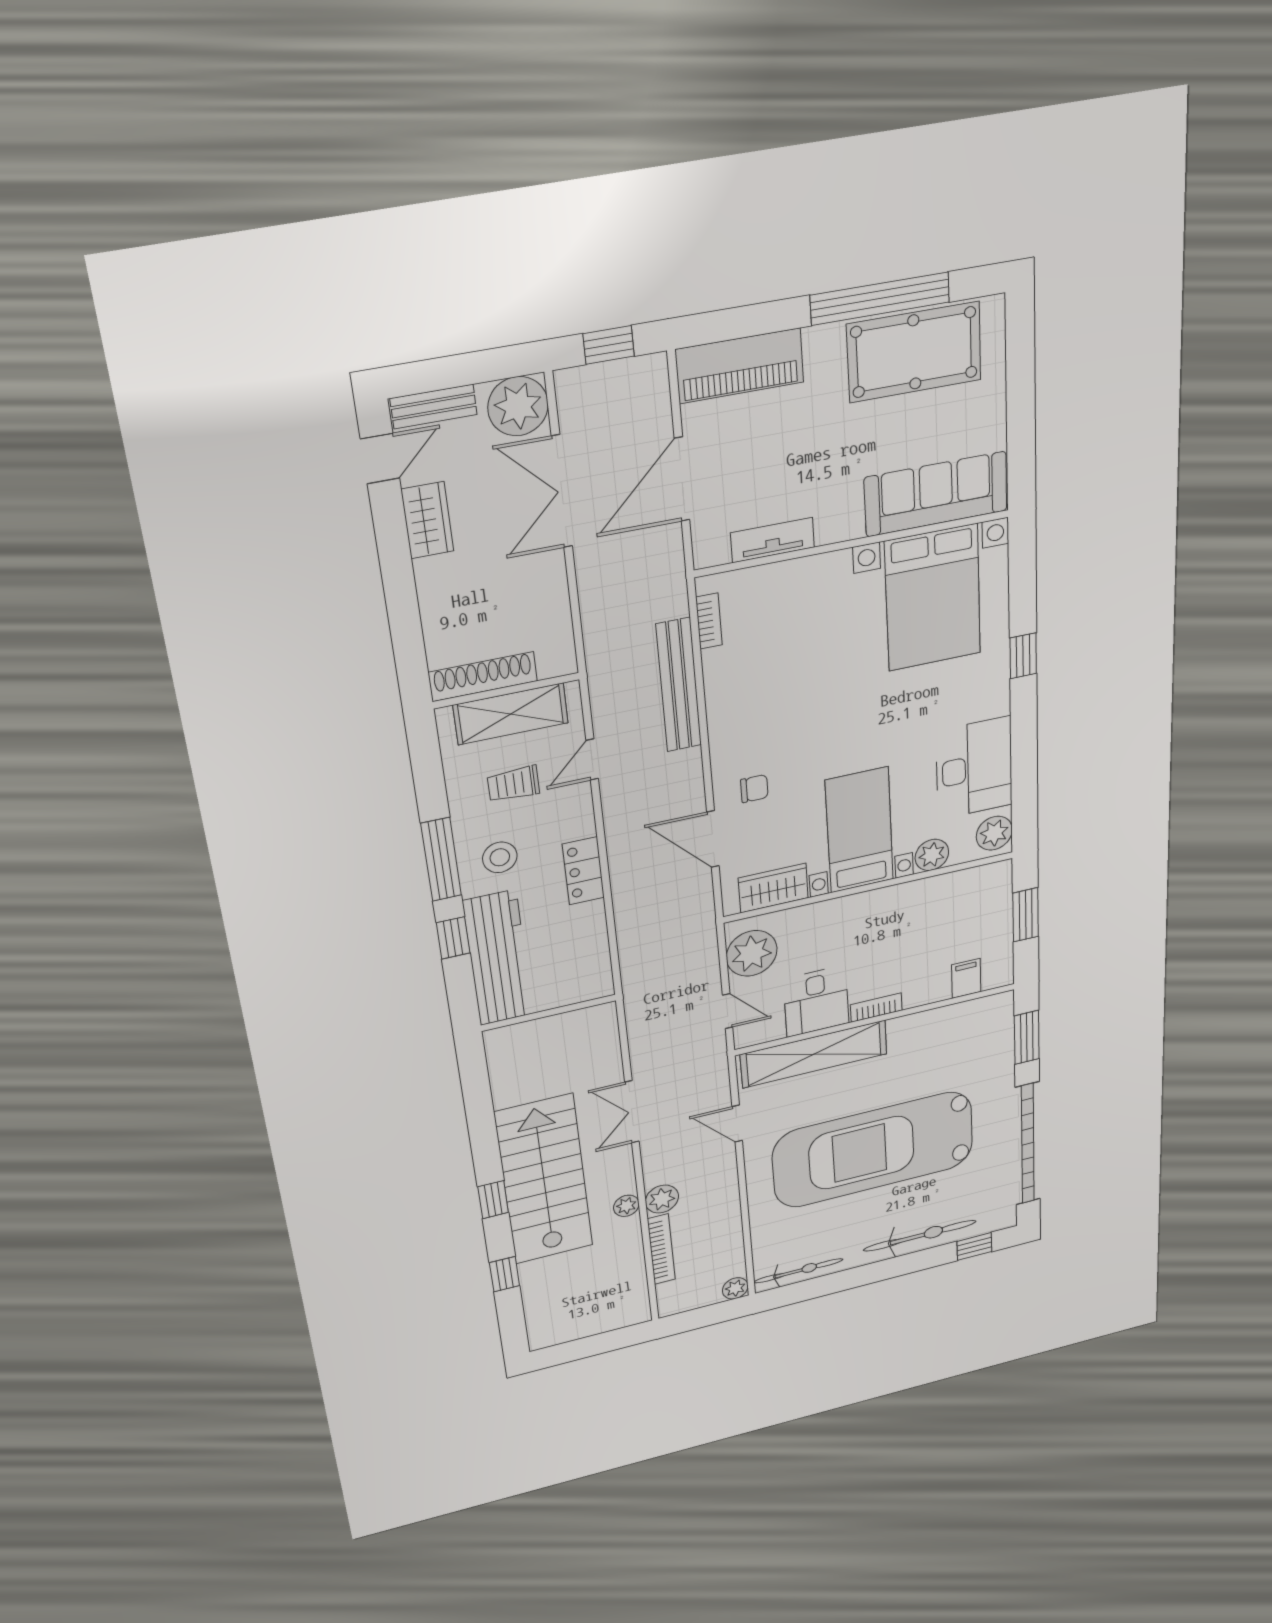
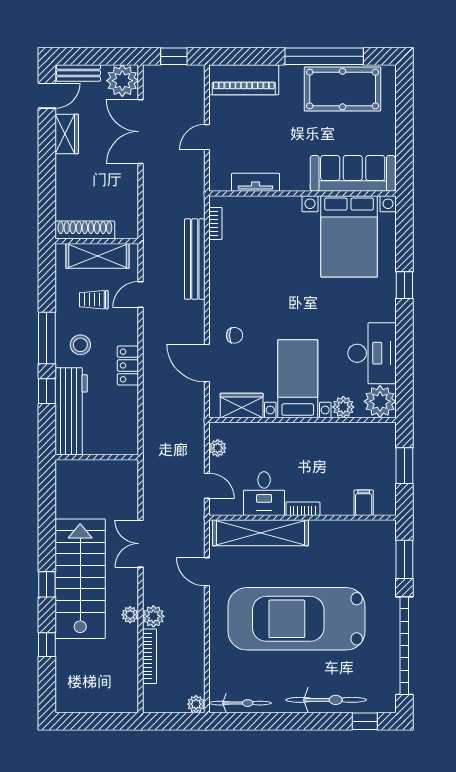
door: (682, 479) -> (207, 137), width x0.53
plant: (994, 833) -> (380, 401), width x1.36, depth x1.36
plant: (752, 953) -> (218, 448), width x0.53, depth x0.53

